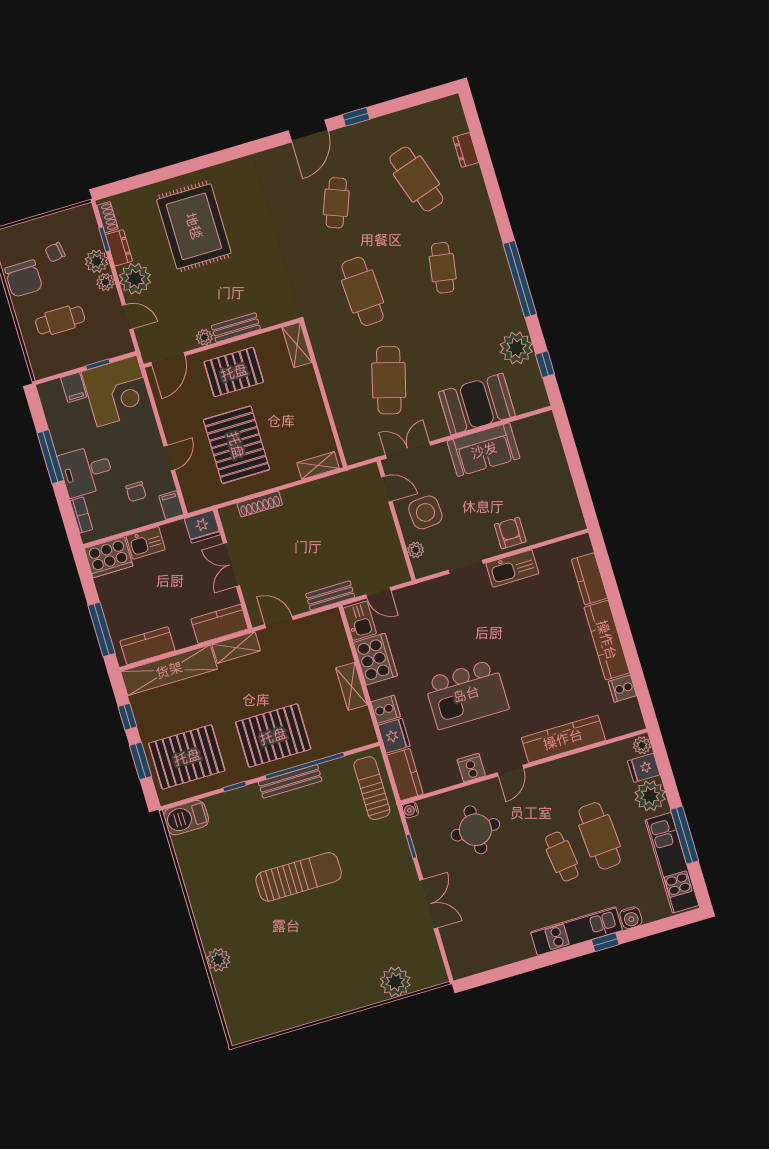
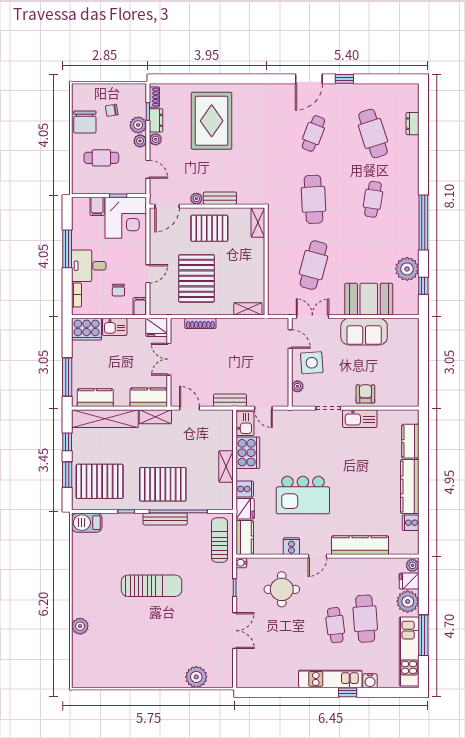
plant: (135, 279) -> (156, 139), width x0.53, depth x0.53

